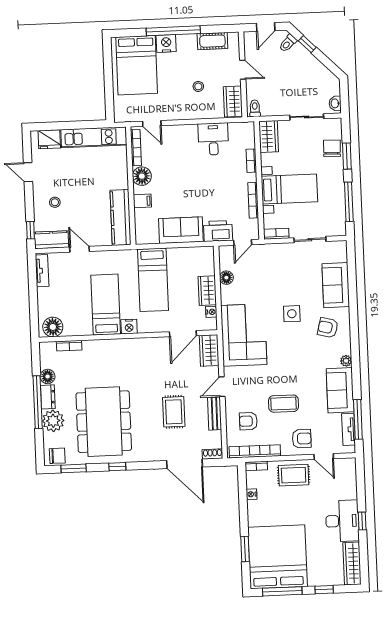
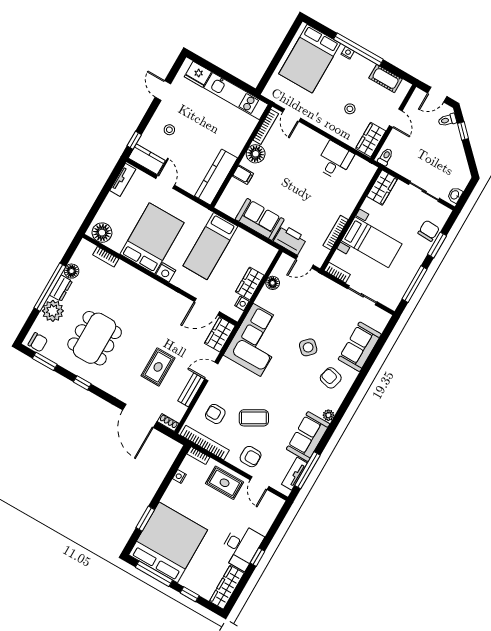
nightstand: (166, 43) -> (348, 53), width x0.53, depth x0.56
bookcase: (251, 161) -> (355, 199), removed
bed: (106, 305) -> (152, 238), width x1.50
side table: (292, 314) -> (308, 347), turned 45
coffee table: (284, 404) -> (254, 418), turned -30
dining table: (104, 422) -> (95, 338), width x0.73, depth x0.80

